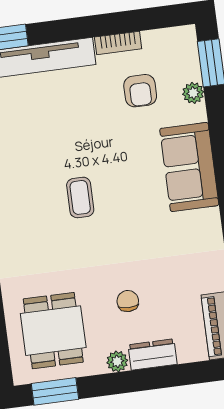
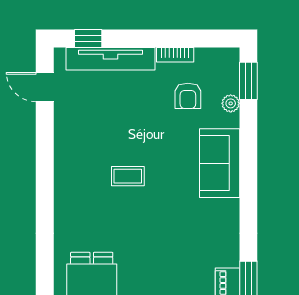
coffee table: (80, 197) -> (128, 176), turned 90
chair: (128, 301) -> (155, 265), removed

